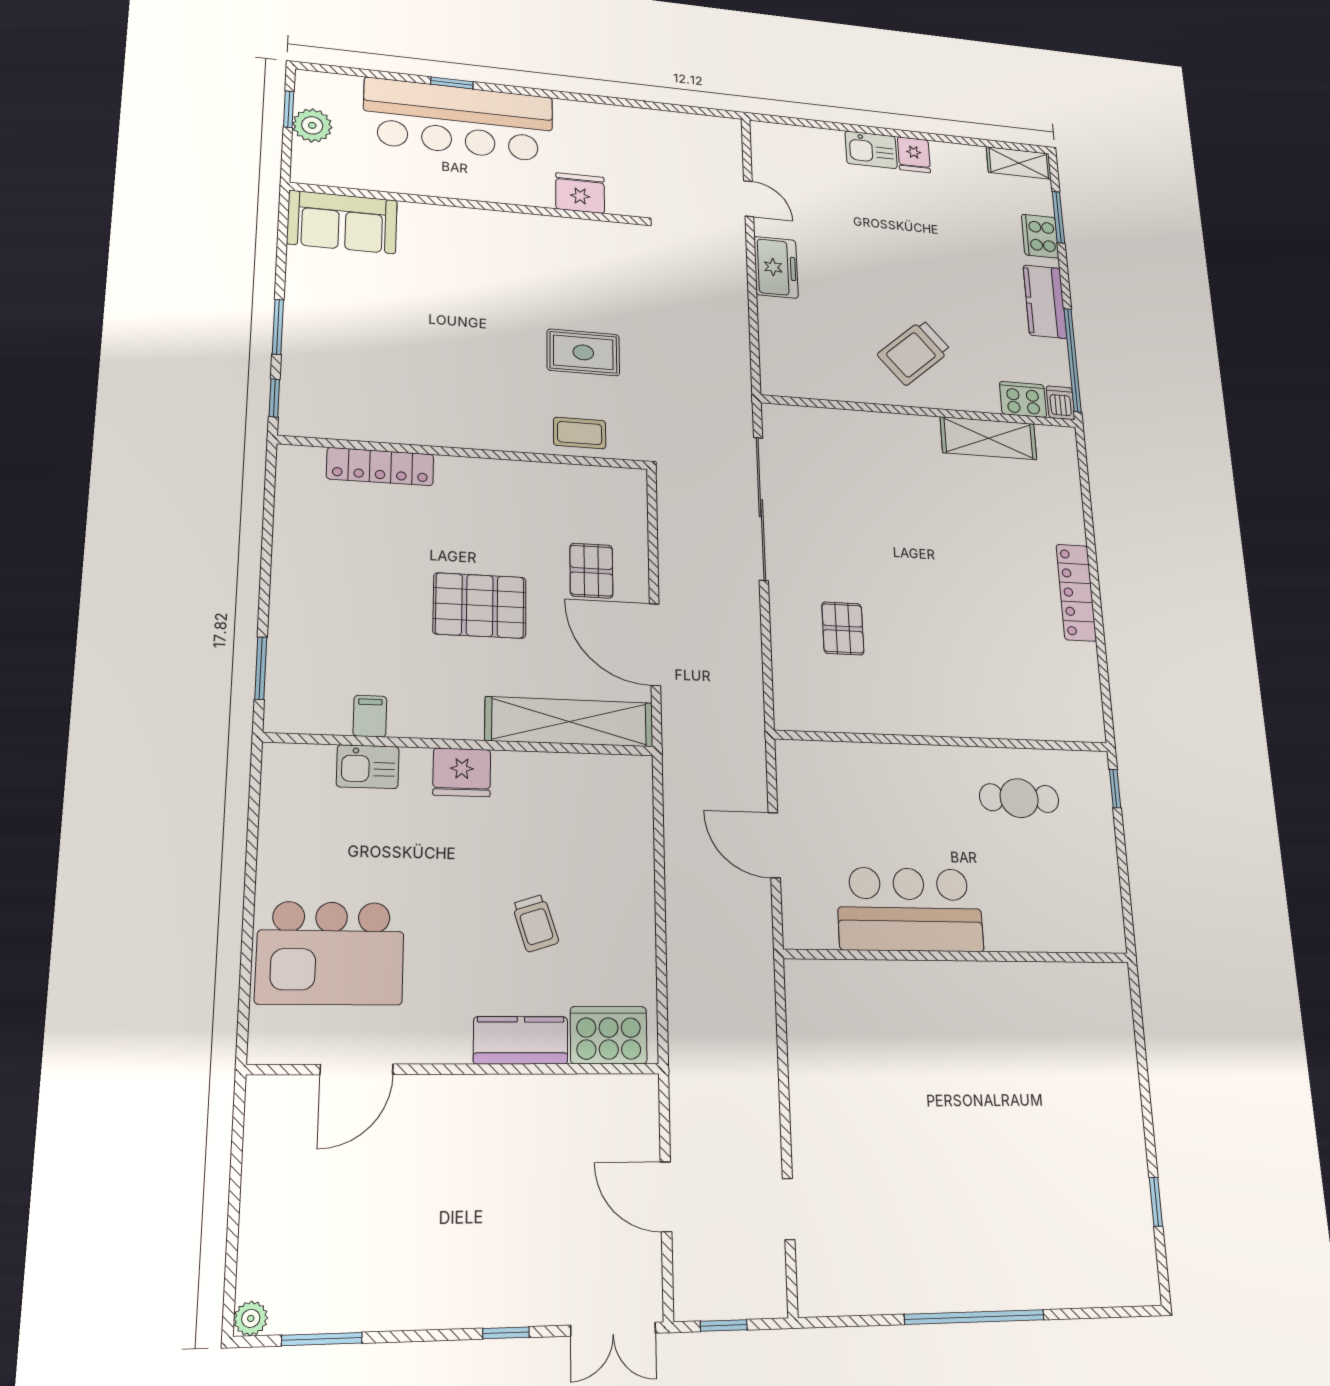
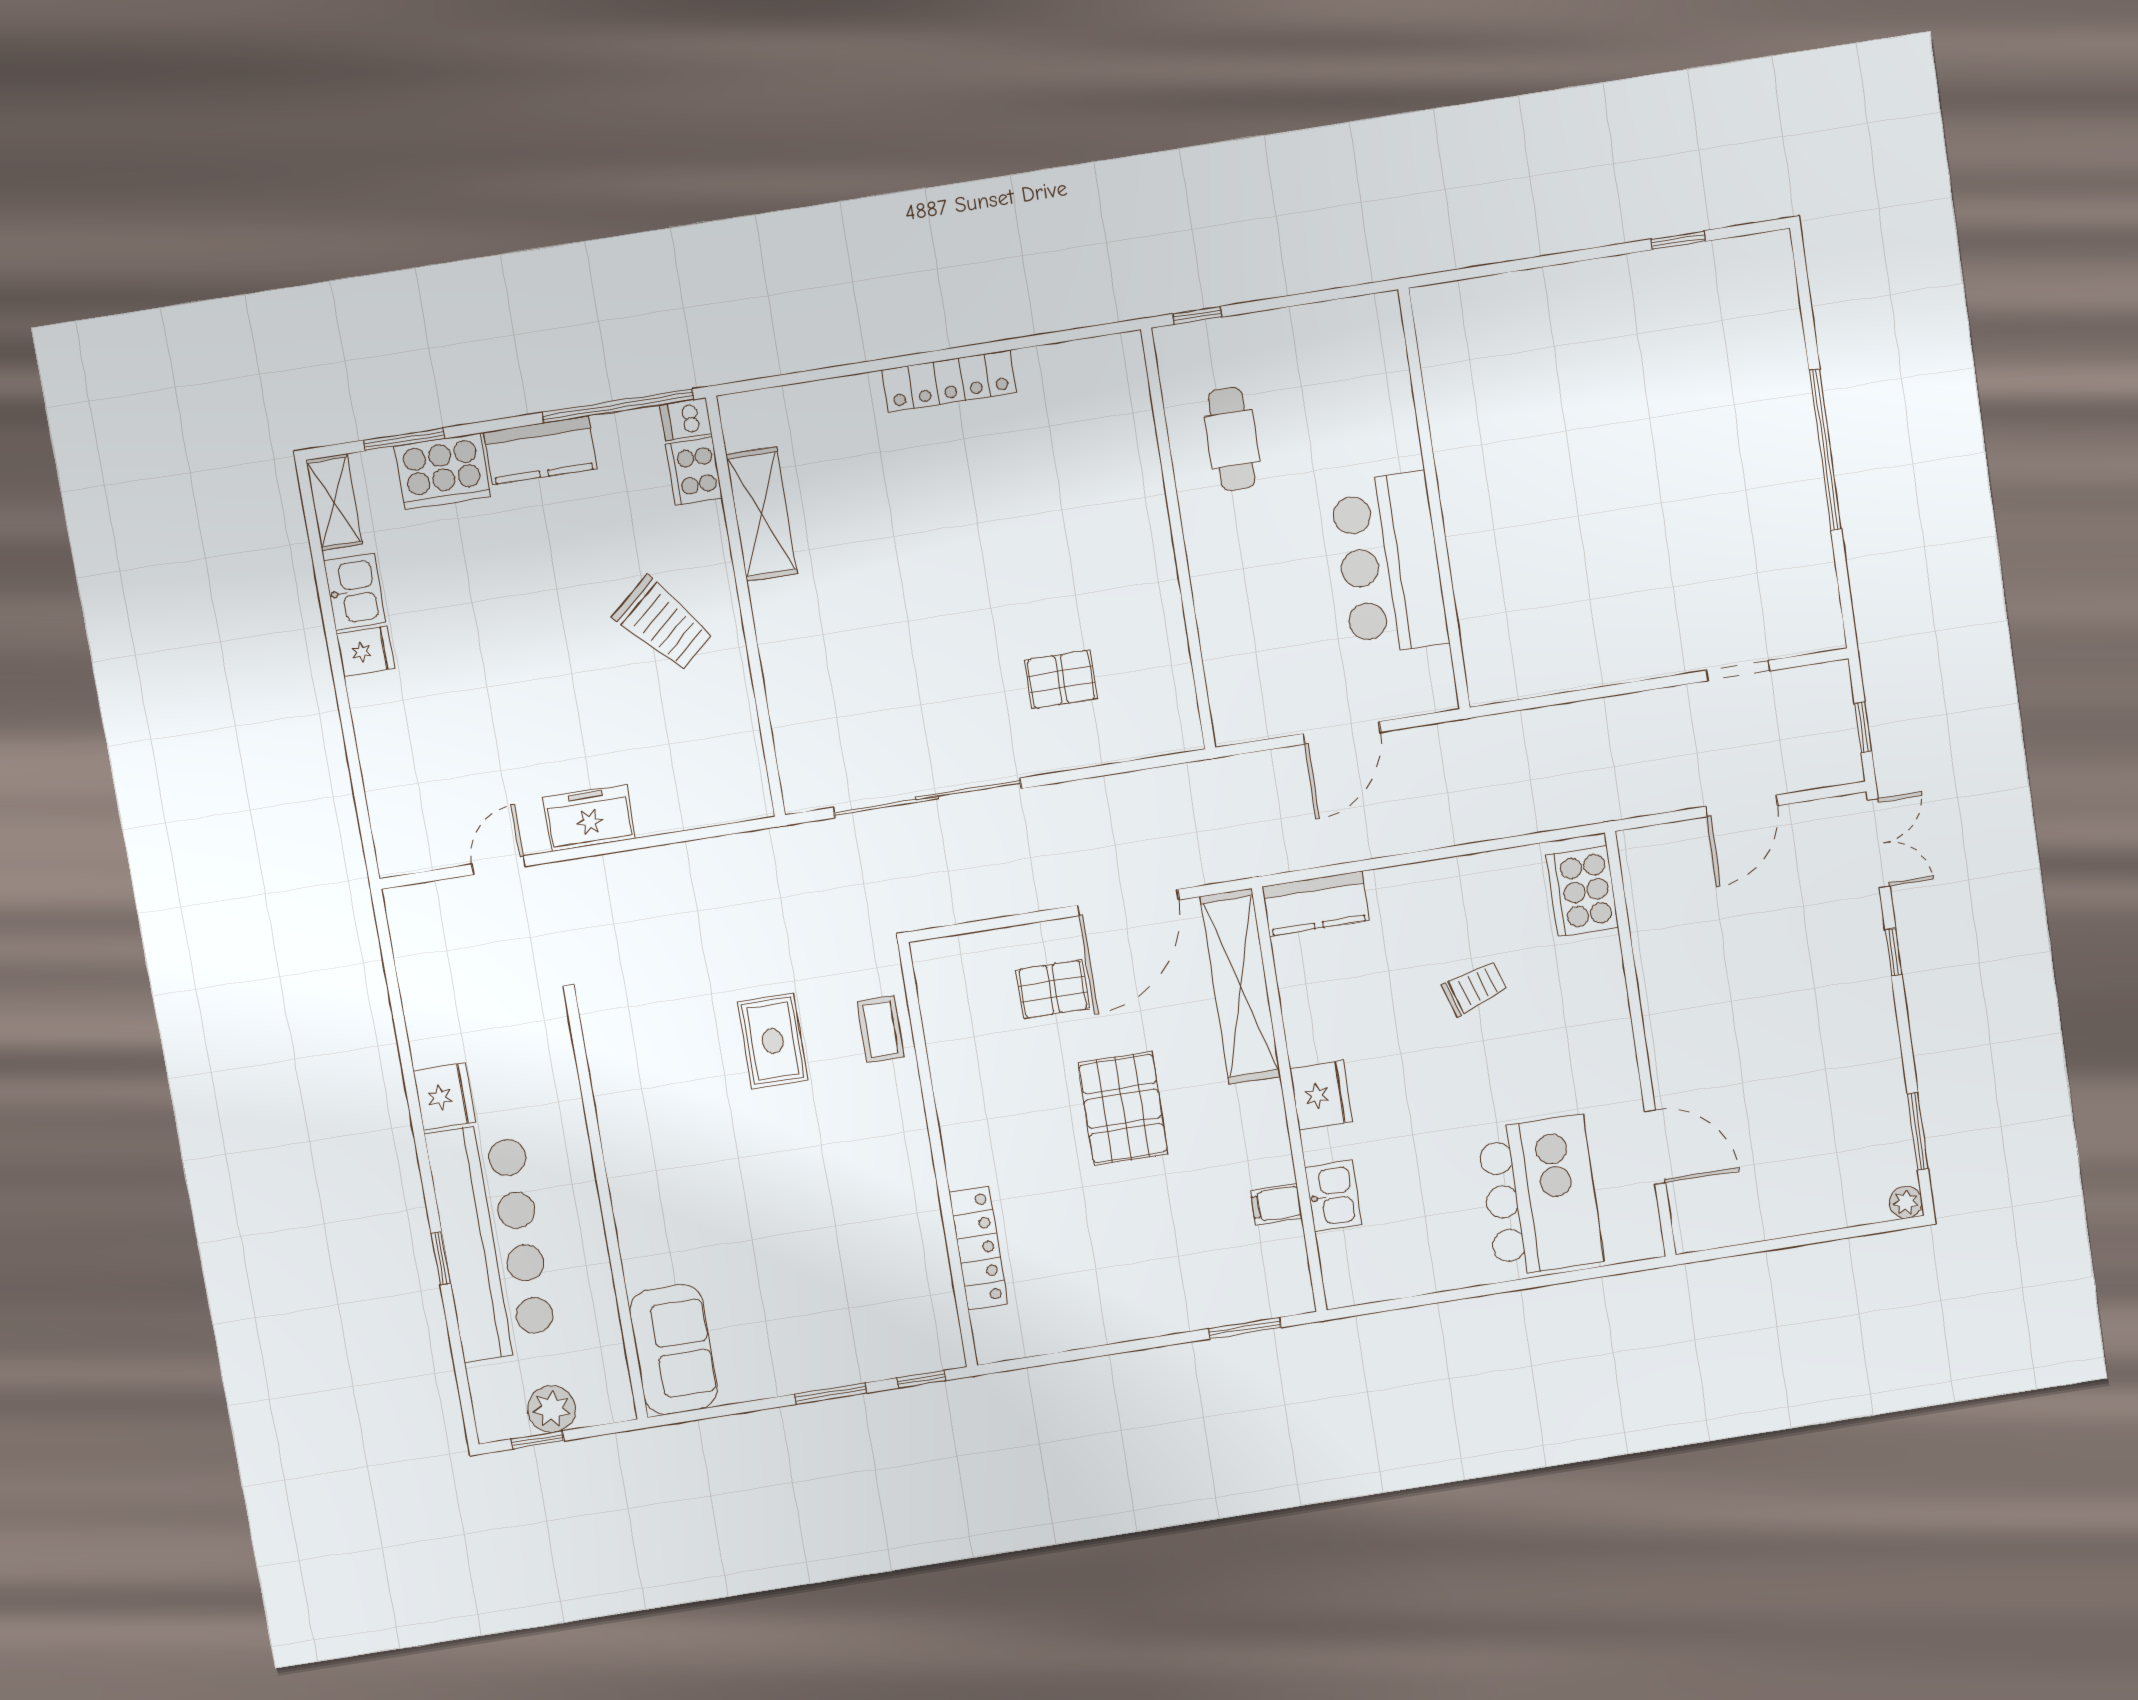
kitchen sink: (871, 150) -> (355, 592), moved
fridge: (580, 193) -> (444, 1097), moved, turned 180
cooker: (1040, 236) -> (442, 471), width x1.37, depth x1.31
kitchen counter: (521, 1040) -> (1316, 903), moved, turned -90

